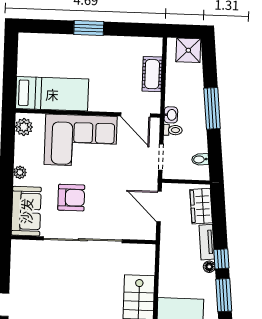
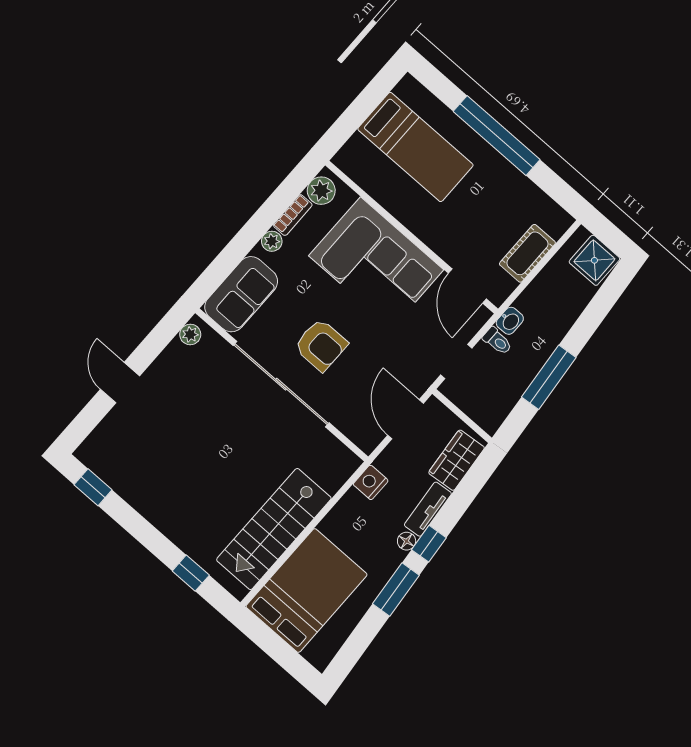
window: (89, 28) -> (497, 136), width x2.11
bed: (52, 94) -> (415, 147), moved
window: (212, 108) -> (549, 377), moved
bookcase: (20, 151) -> (293, 215), added
bidet: (200, 159) -> (501, 403), removed
armchair: (71, 198) -> (321, 345), moved
plant: (17, 252) -> (190, 334), added
nightstand: (167, 252) -> (371, 482), added

